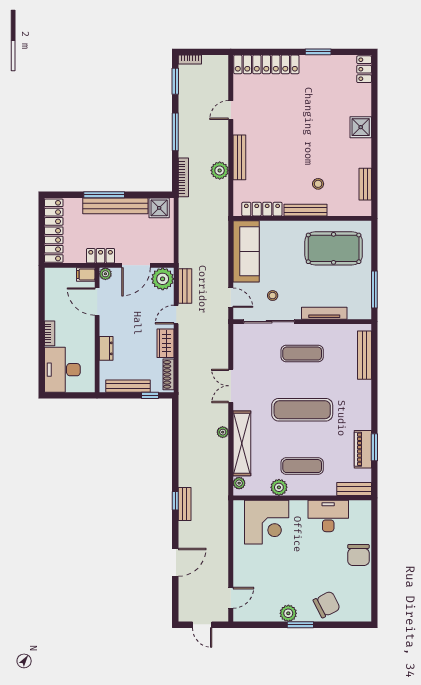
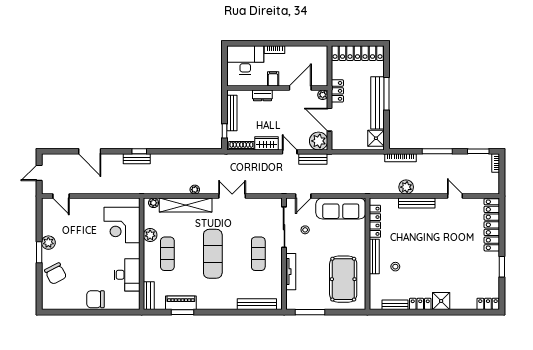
locker: (364, 153) -> (420, 304), added
filing cabinet: (86, 274) -> (273, 79), moved

